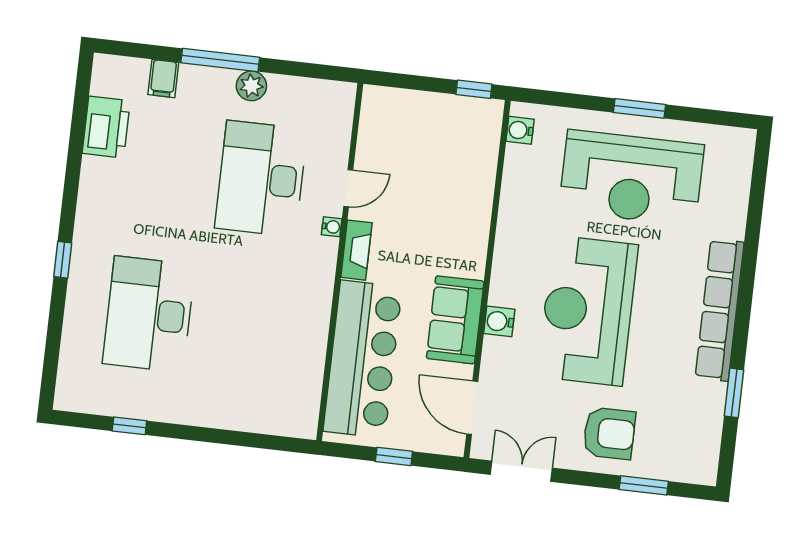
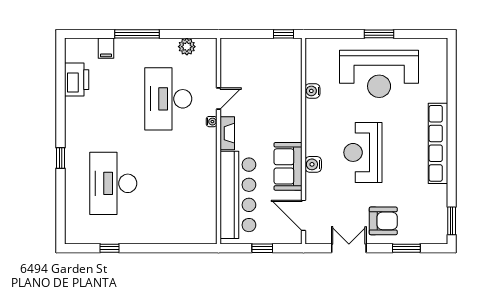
plant: (251, 86) -> (187, 47), moved
water cooler: (520, 130) -> (312, 91), moved
reception desk: (588, 311) -> (363, 152), width x0.74, depth x0.77
window: (734, 393) -> (452, 221), moved
double door: (521, 471) -> (349, 248), moved

